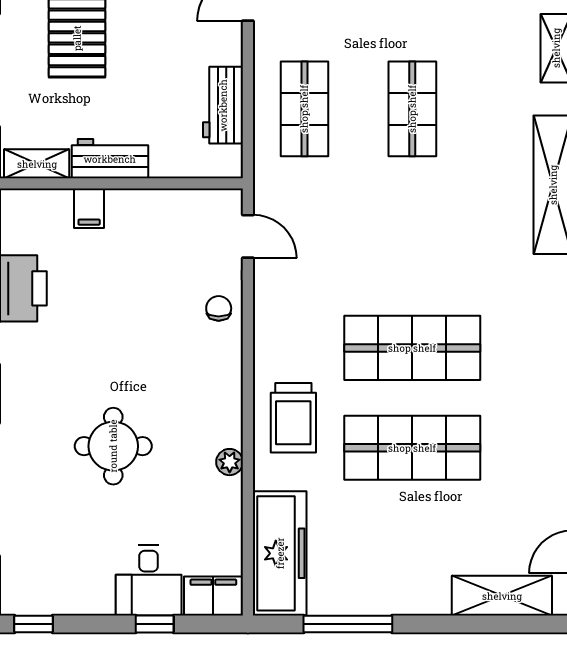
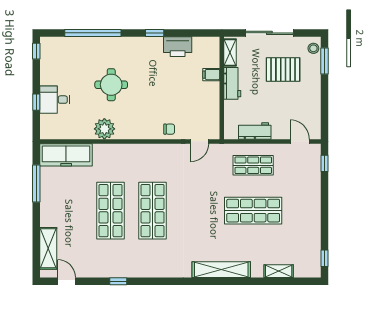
shop shelf: (412, 109) -> (253, 211), width x1.43, depth x1.36
trolley: (293, 418) -> (123, 161), removed
plant: (230, 462) -> (104, 129), width x1.88, depth x1.88
filing cabinet: (213, 596) -> (48, 127), removed

